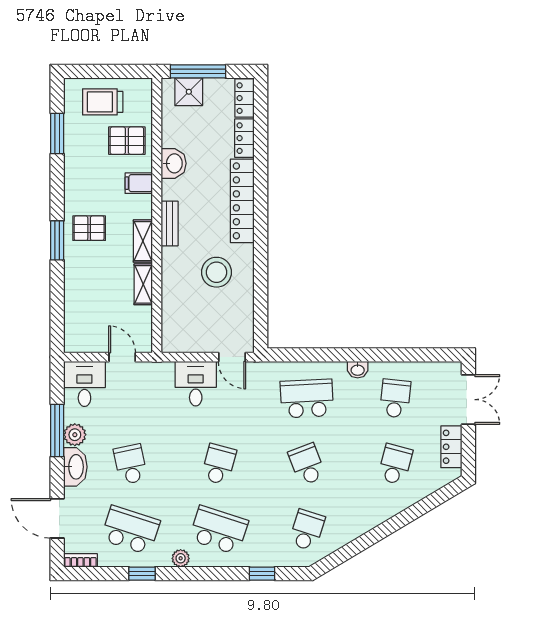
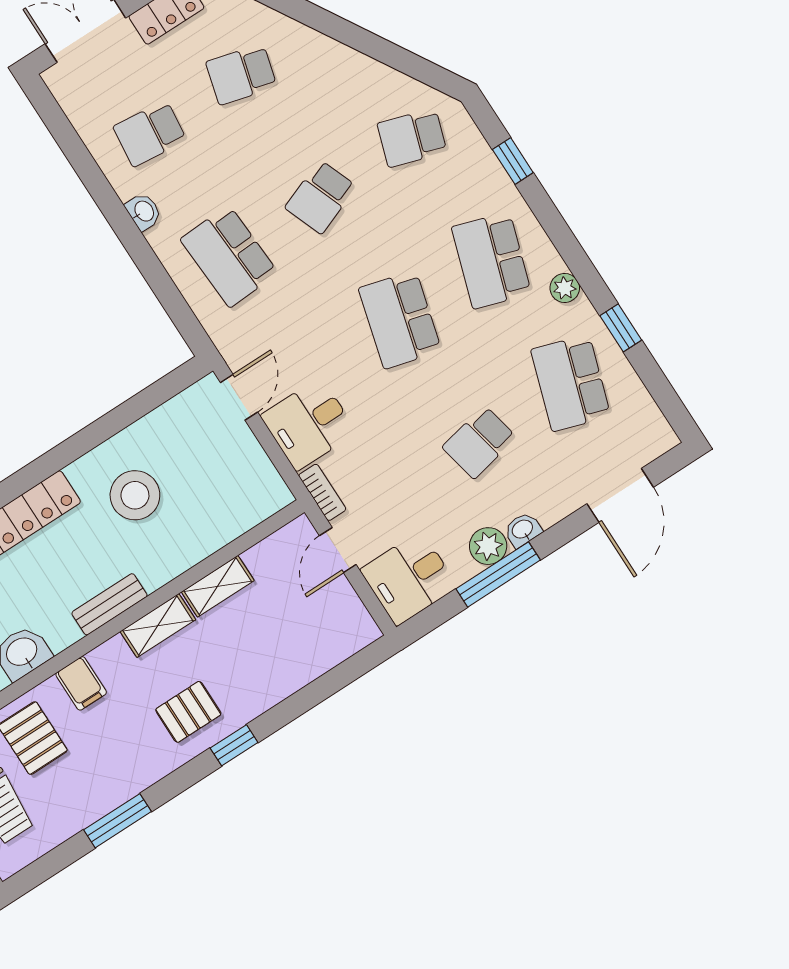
window: (57, 134) -> (118, 821), moved
pallet: (89, 228) -> (188, 712), turned 90
window: (57, 240) -> (234, 745), width x0.67
school desk: (219, 464) -> (400, 320), width x1.85
washbasin: (75, 467) -> (523, 530), width x0.52, depth x0.69
bookcase: (80, 560) -> (322, 492), moved, turned 180

